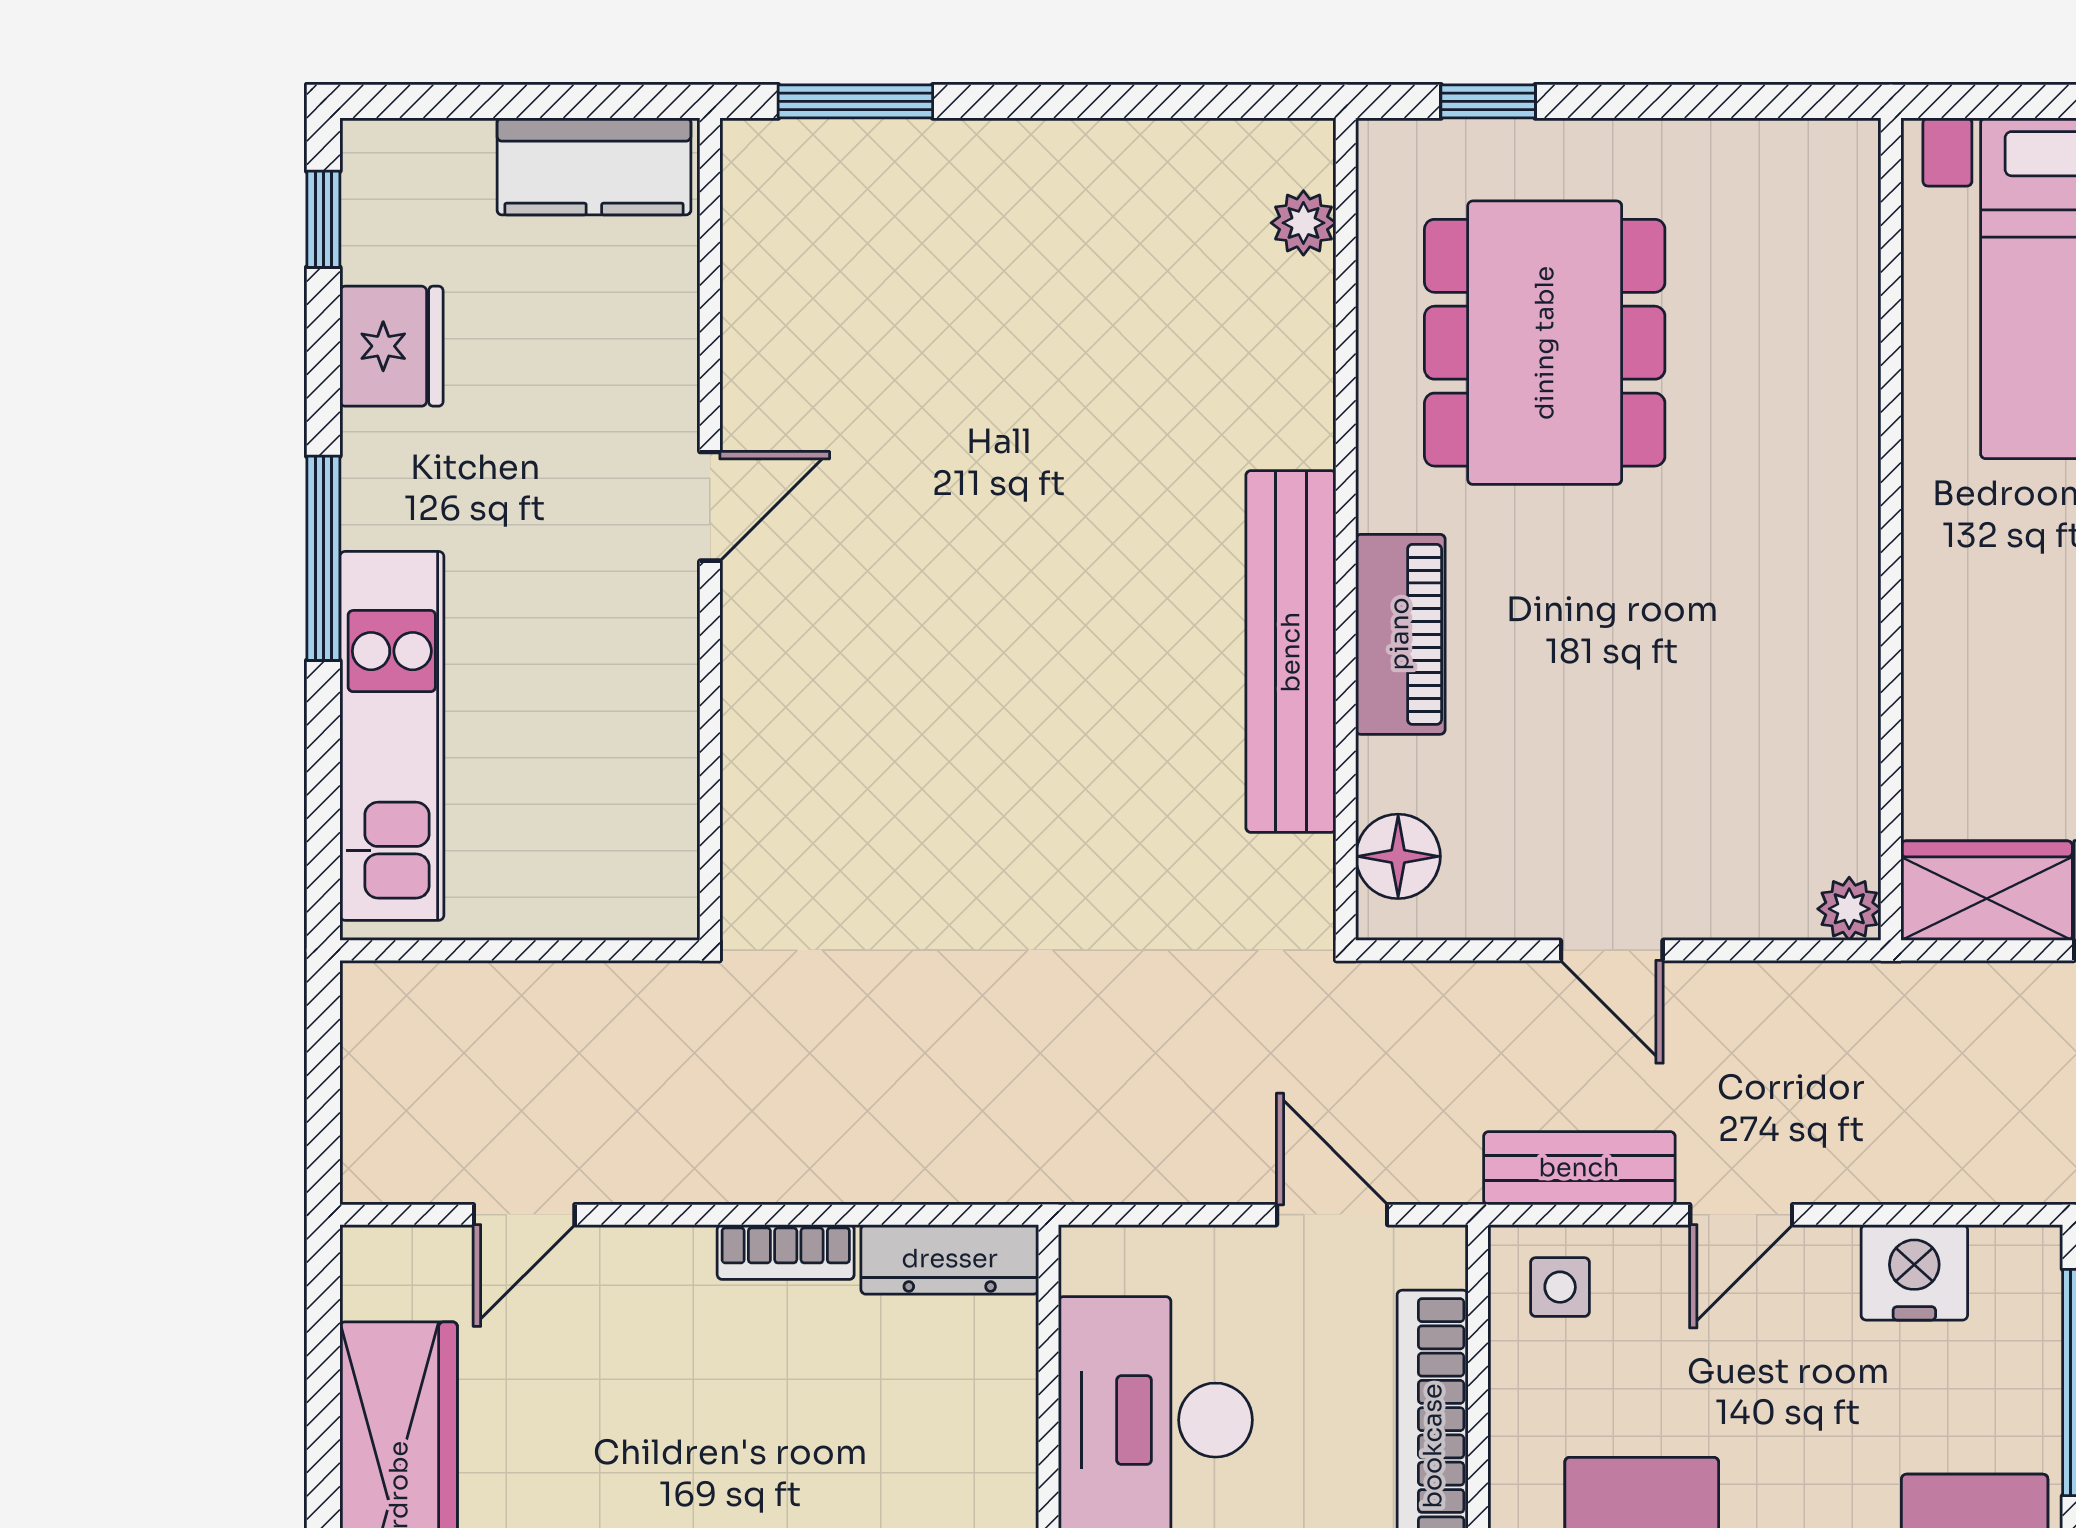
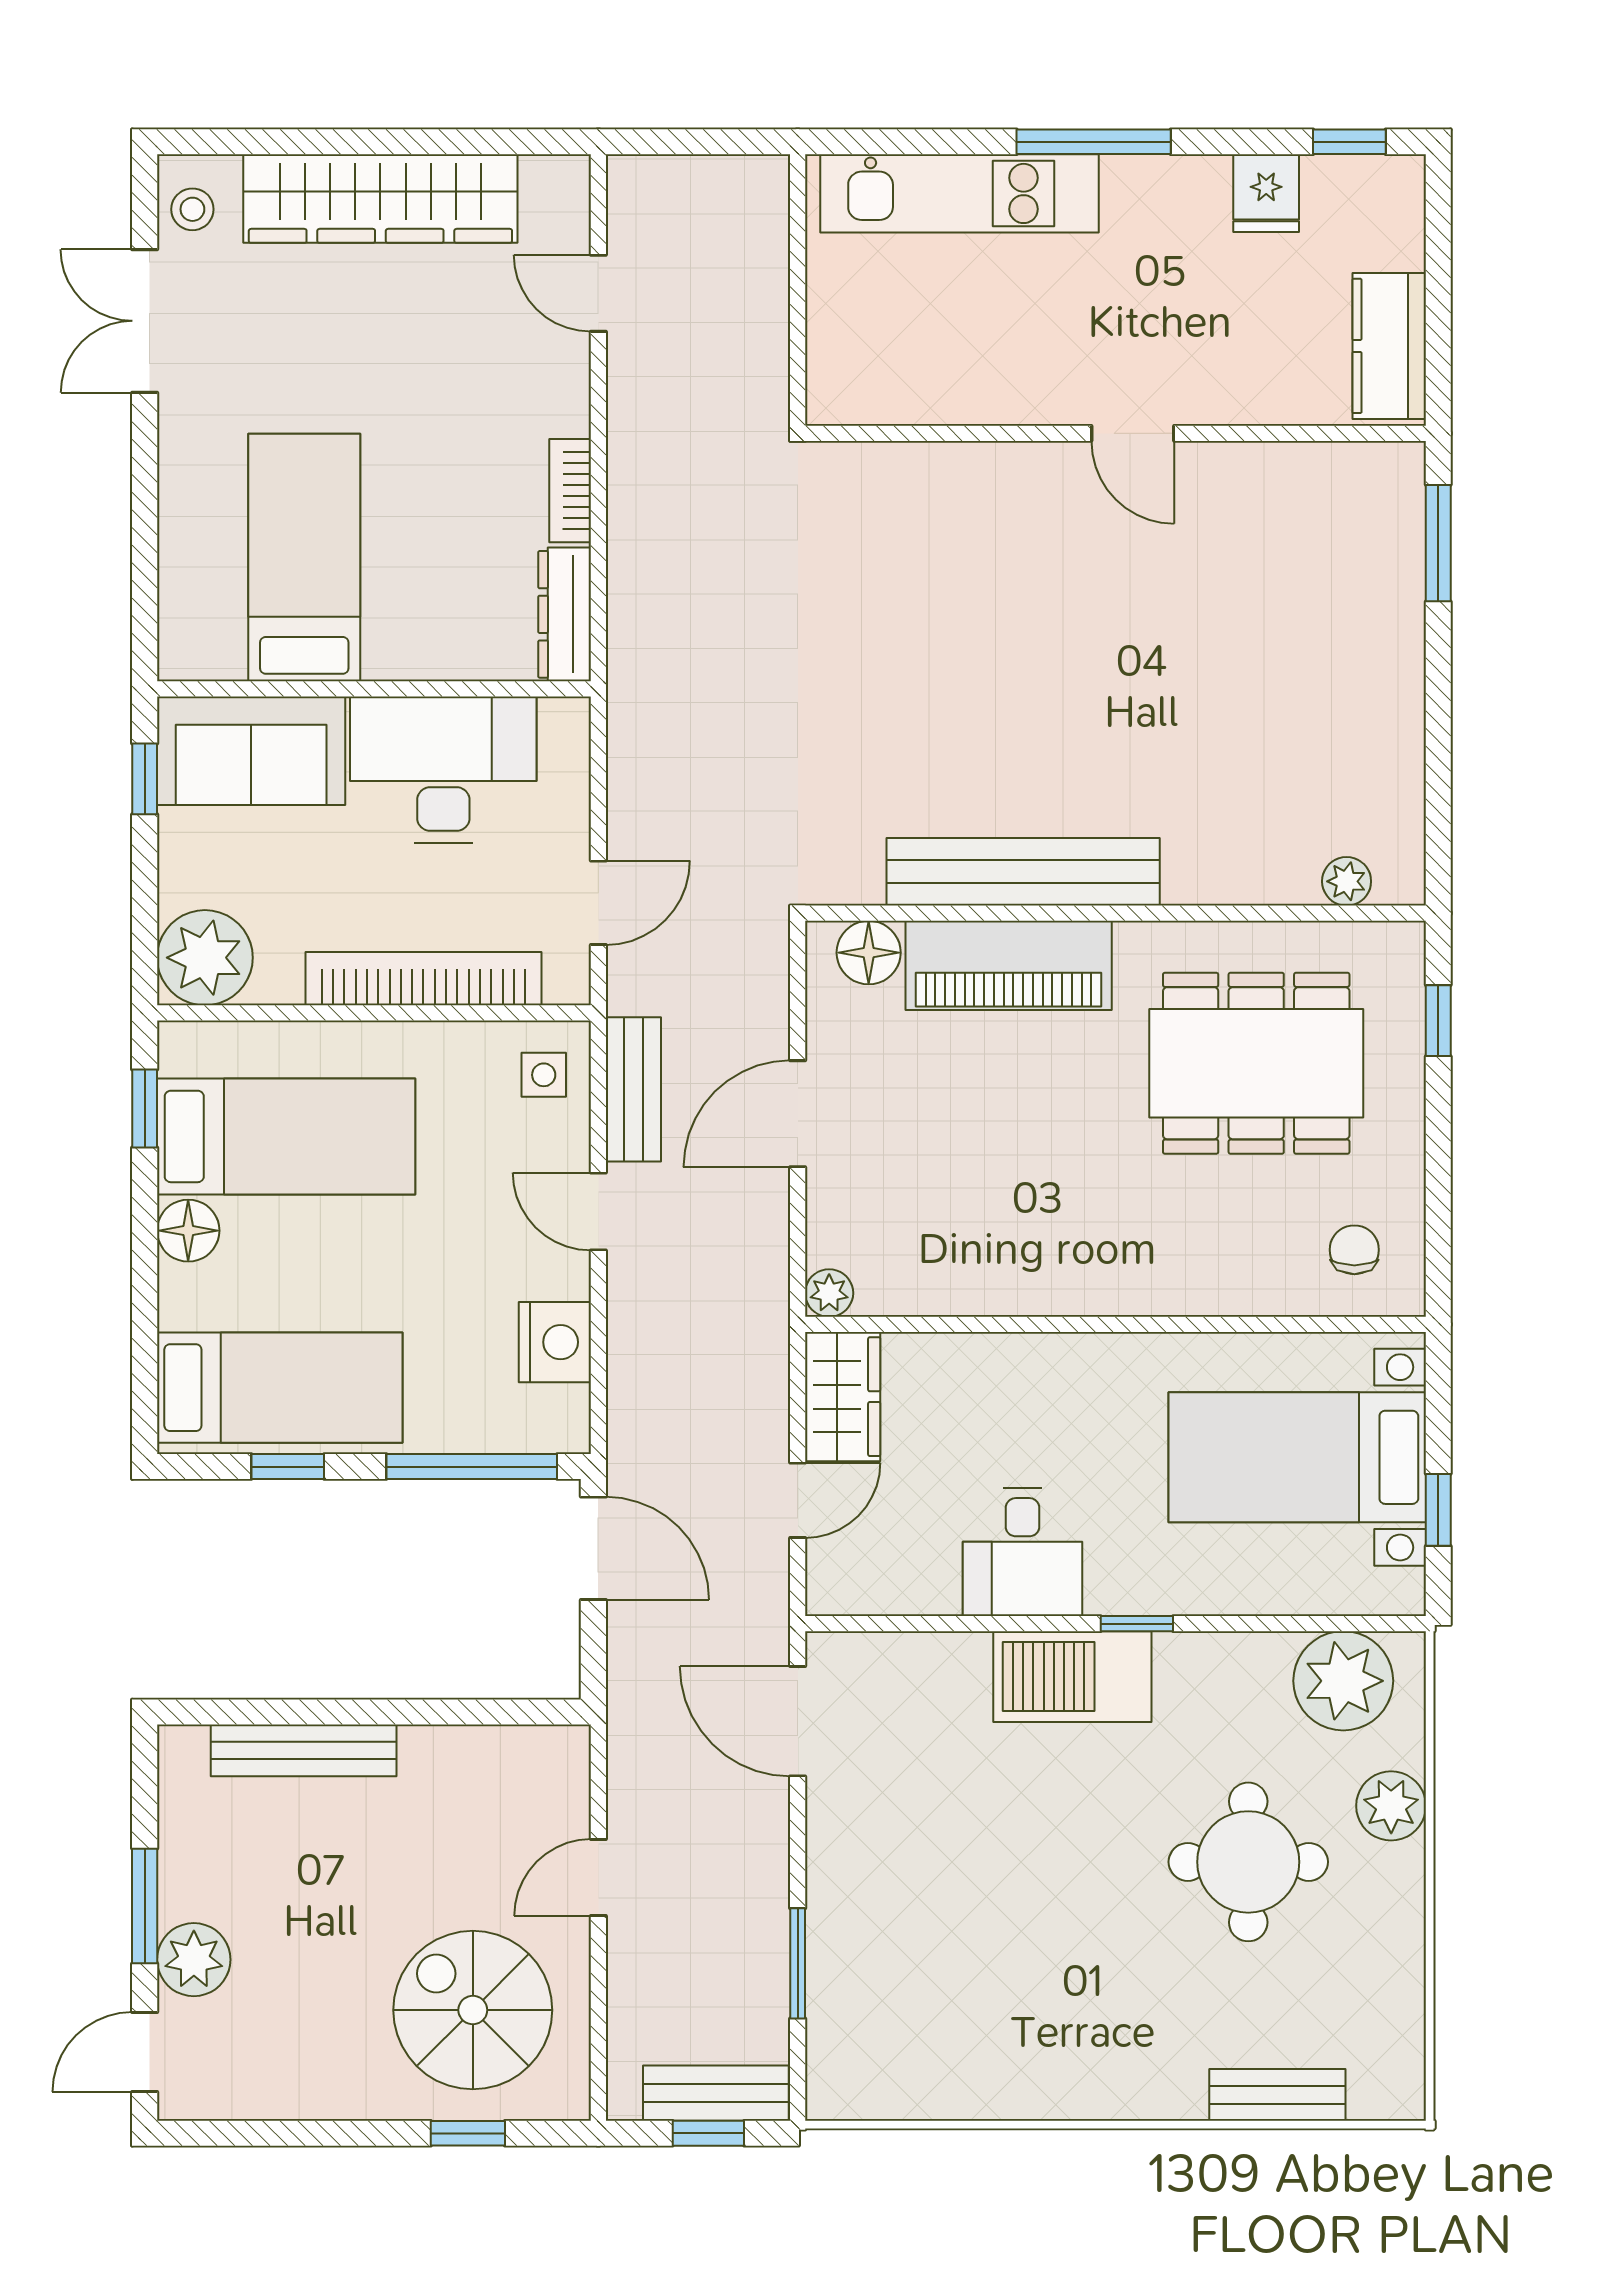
chair: (1792, 213) -> (1354, 1250), added
fridge: (391, 346) -> (1266, 193), width x0.72
piano: (1400, 634) -> (1009, 965), width x1.37, depth x1.33
door: (1612, 950) -> (798, 1114), width x1.38

